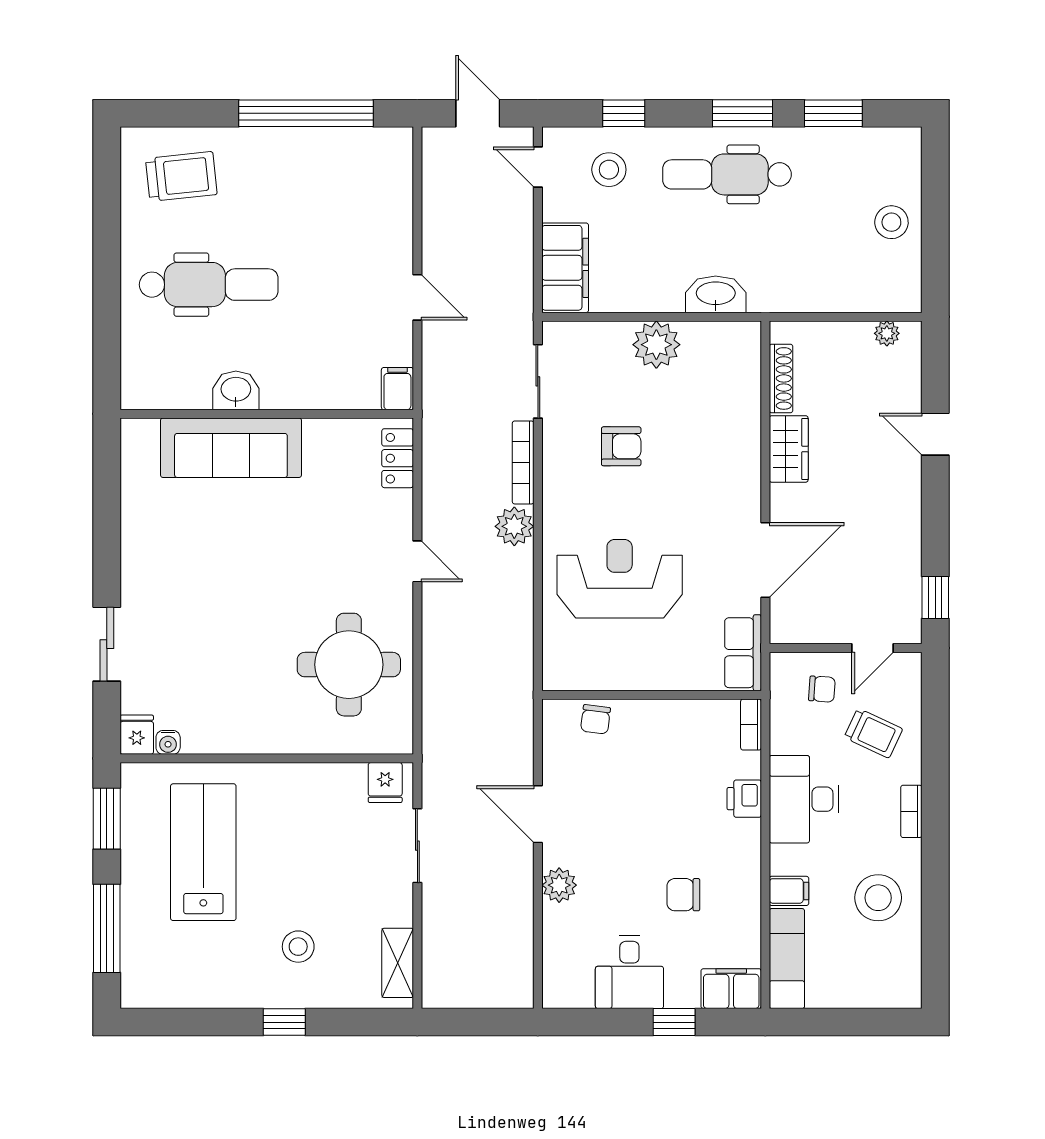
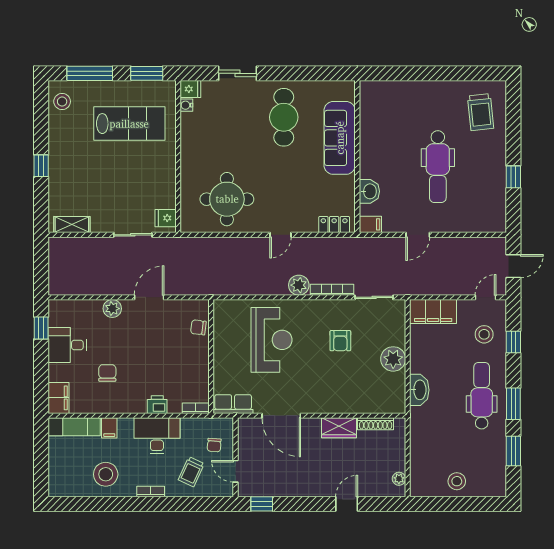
window: (306, 113) -> (513, 177), width x0.32
dental chair: (209, 285) -> (438, 167), moved
washbasin: (236, 390) -> (369, 191), moved
cafe table: (191, 555) -> (284, 117), added
stool: (298, 947) -> (62, 102), moved
window: (674, 1022) -> (41, 328), moved

